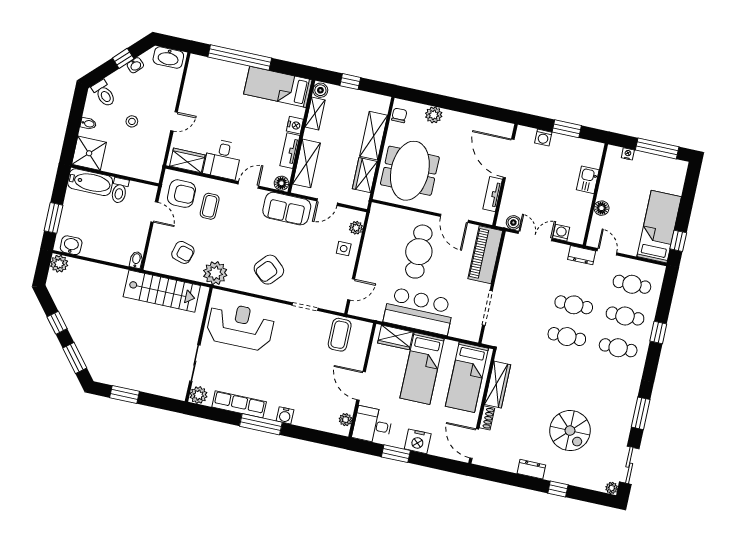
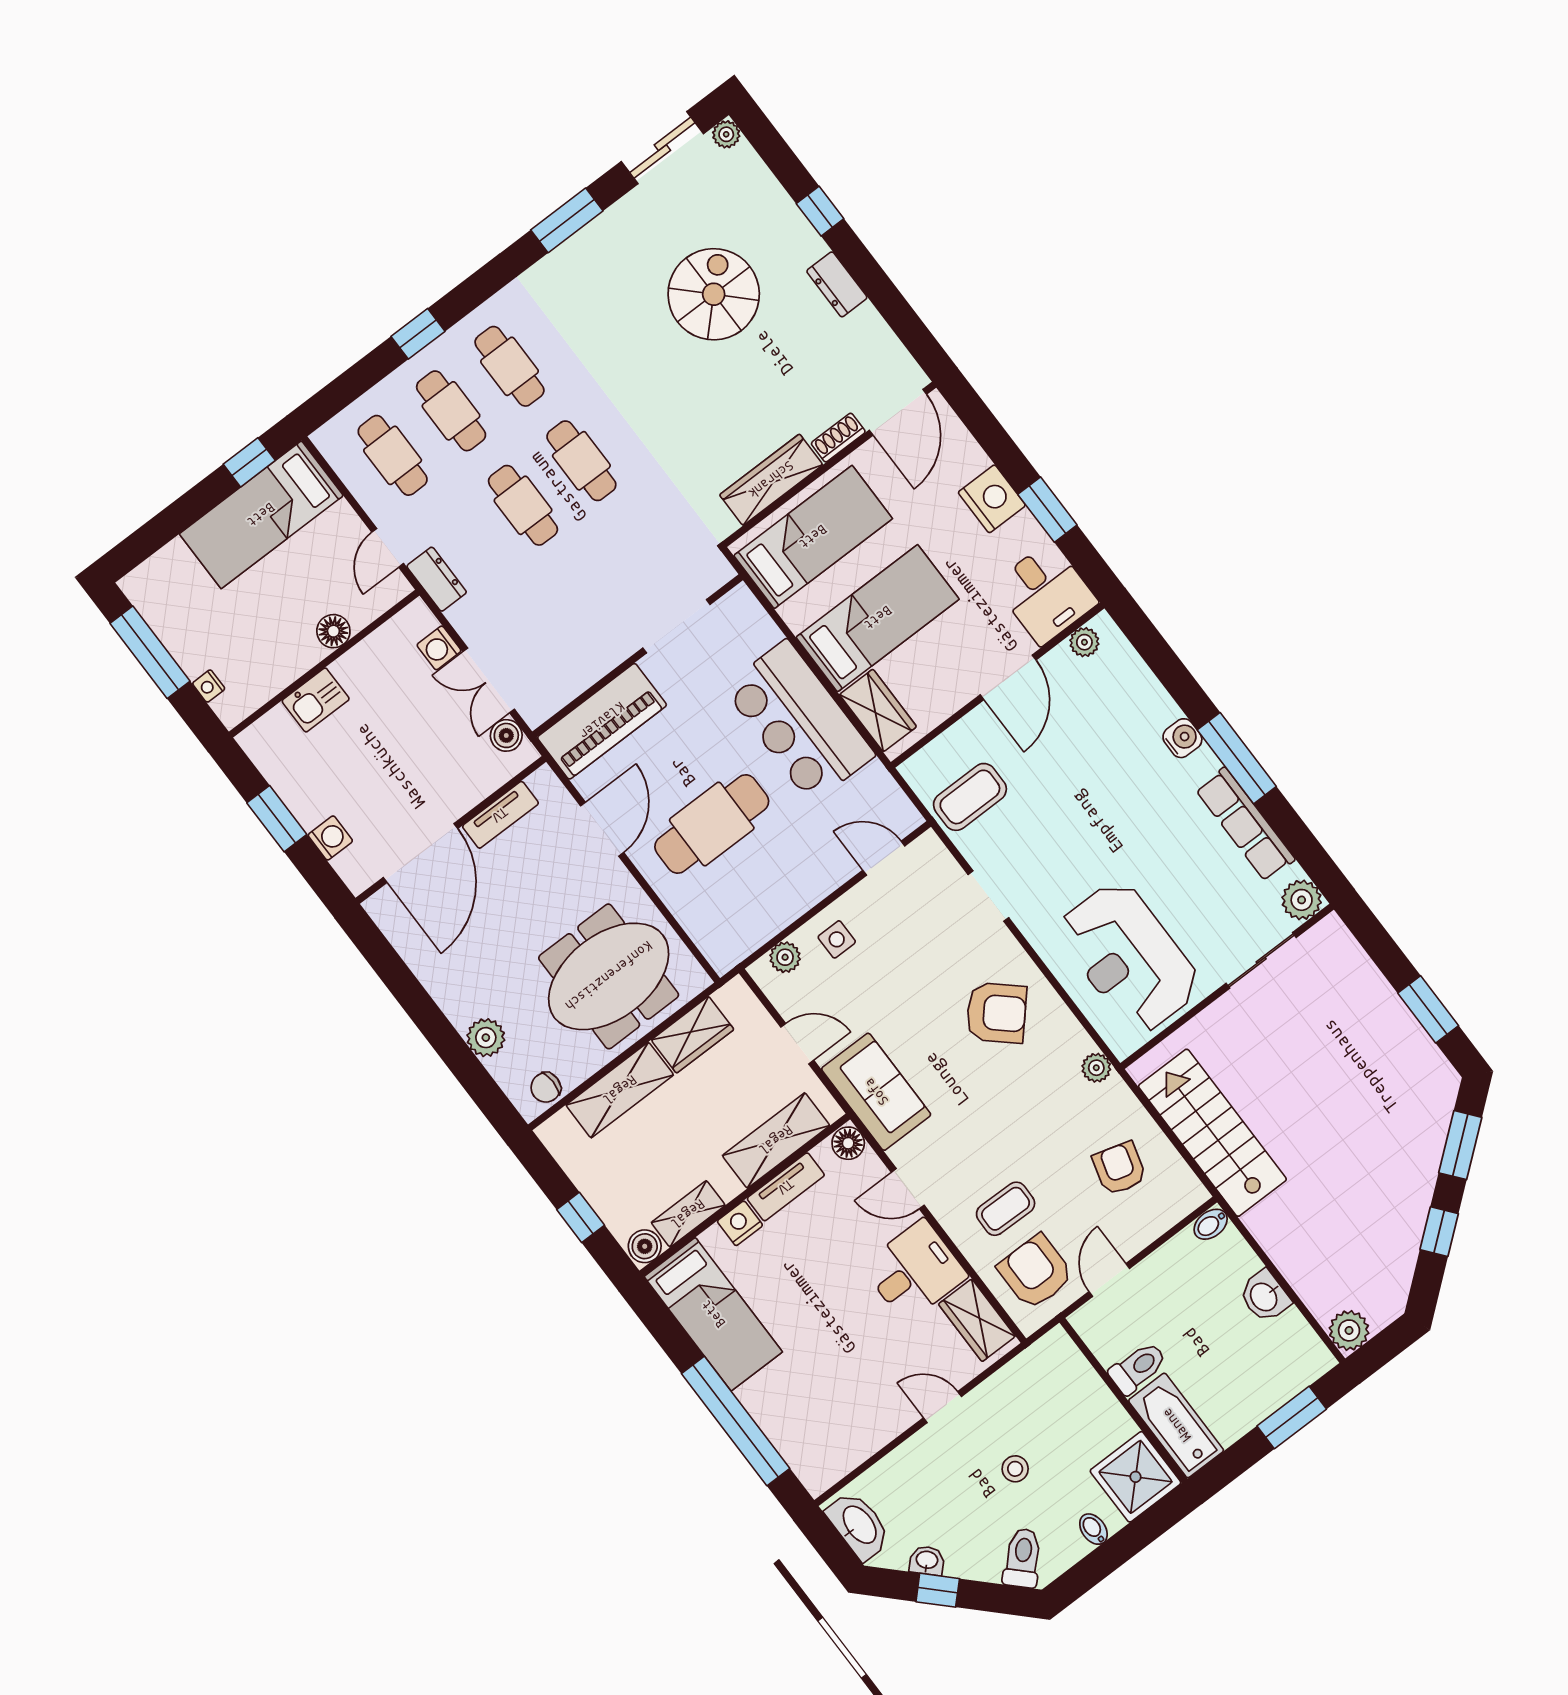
washbasin: (71, 245) -> (1265, 1296), moved
plant: (215, 273) -> (1096, 1068), width x0.53, depth x0.53

